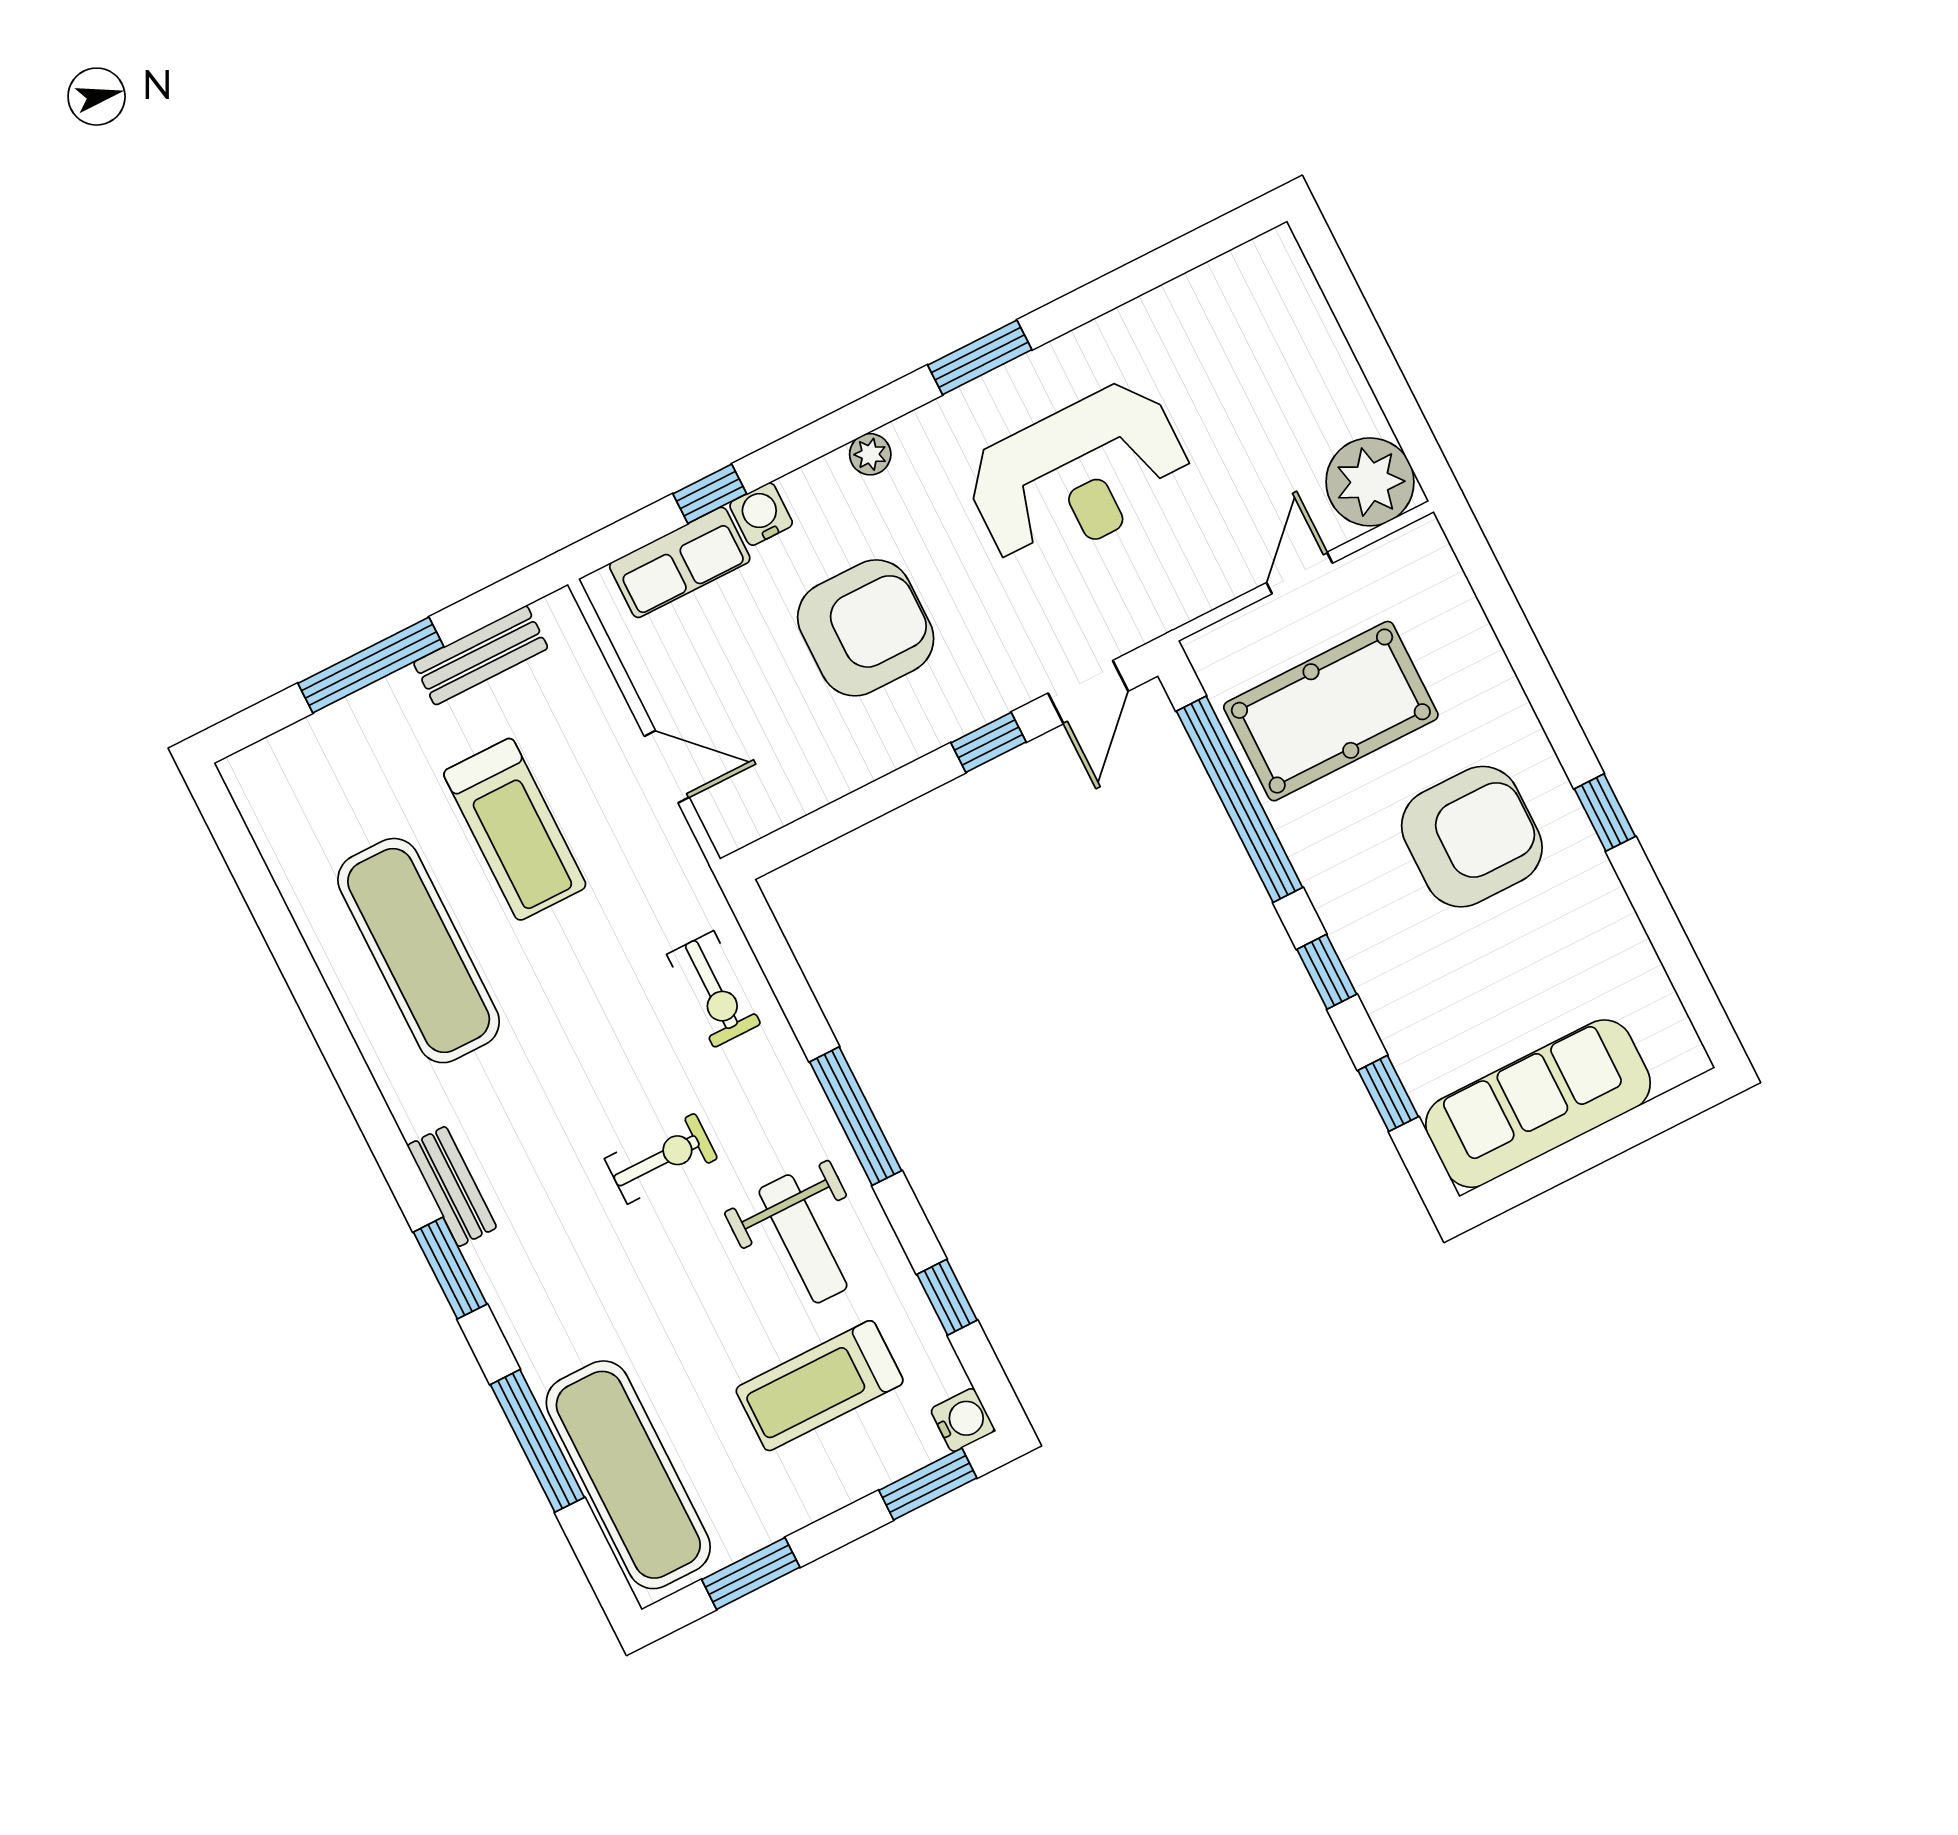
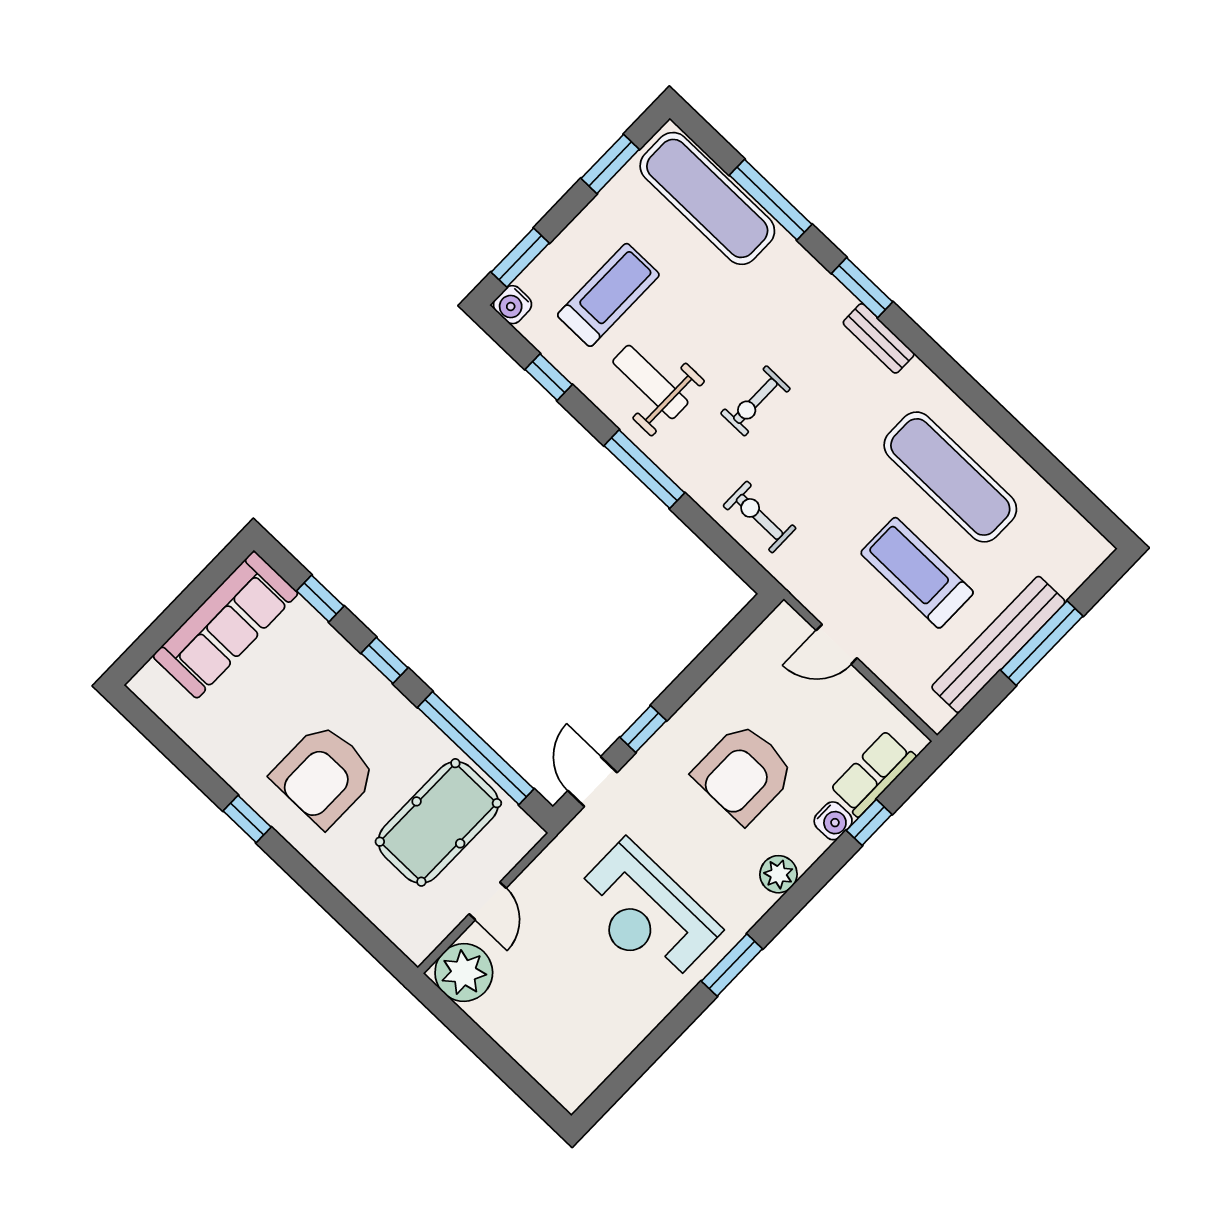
plant: (870, 454) -> (778, 874), width x1.38, depth x1.38
reception desk: (1079, 475) -> (645, 914), turned -90
bench: (481, 655) -> (998, 644), width x1.86, depth x1.21

